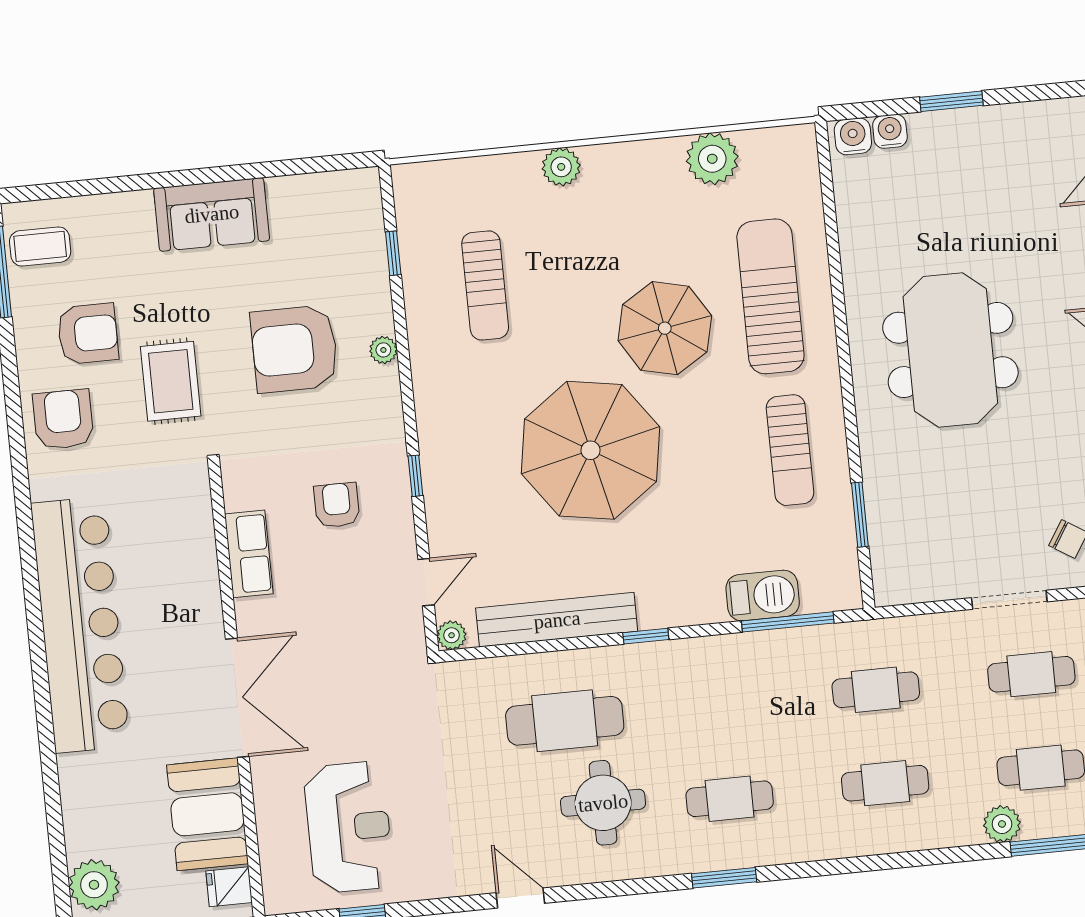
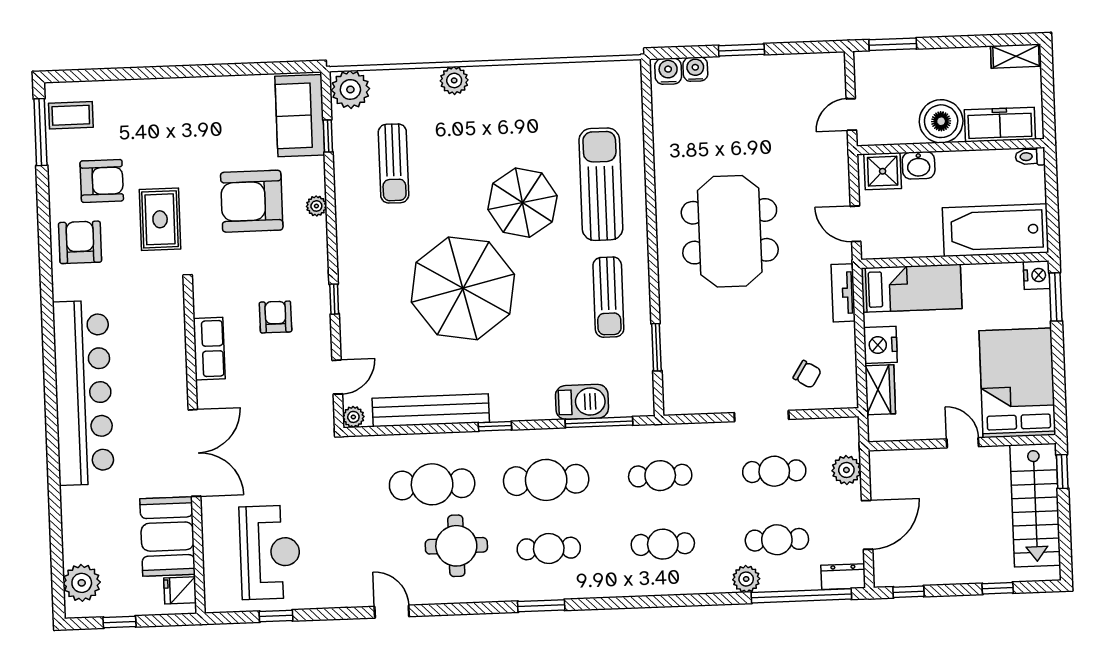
plant: (712, 159) -> (350, 89), moved
sofa: (212, 214) -> (300, 116), moved, turned 90
cafe table: (720, 705) -> (546, 480), added

